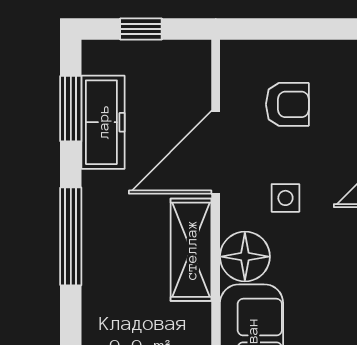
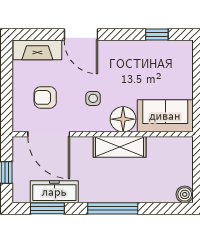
armchair: (287, 104) -> (45, 97), turned -90
door: (216, 152) -> (49, 134), moved

